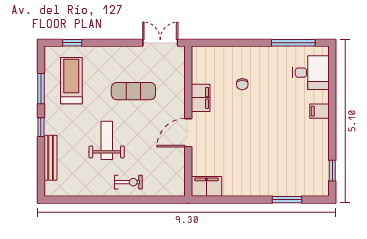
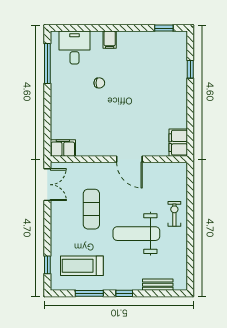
double door: (160, 43) -> (47, 185), swing flipped
chair: (242, 84) -> (99, 83), moved
filing cabinet: (201, 98) -> (63, 148), moved
weight bench: (107, 140) -> (136, 234), width x1.36, depth x1.33
bench: (51, 158) -> (158, 285), width x0.73
window: (287, 200) -> (190, 69), width x0.67

